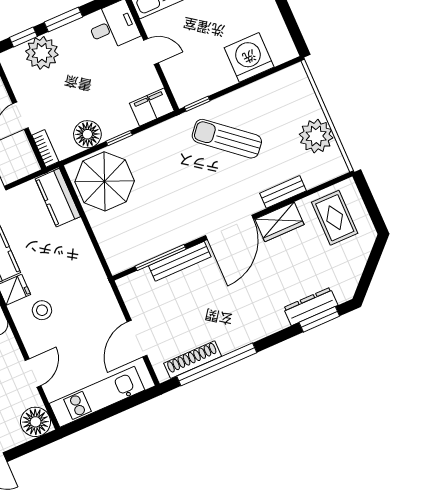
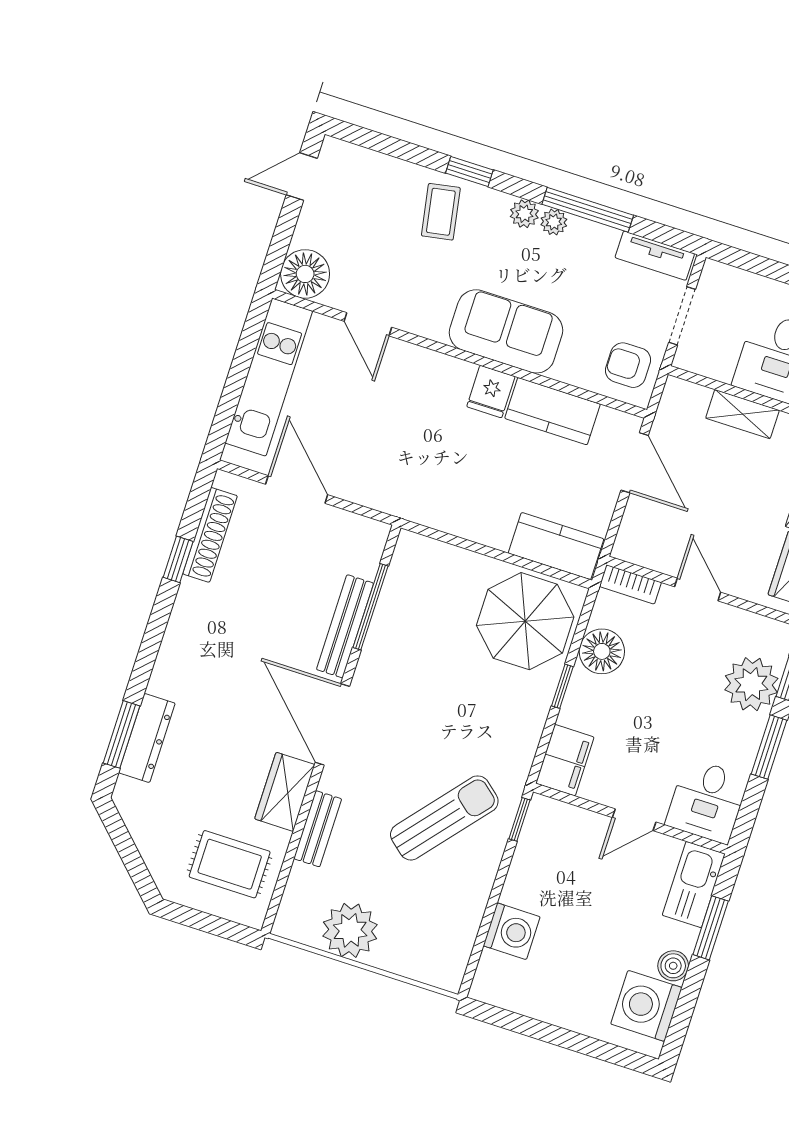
washing machine: (249, 57) -> (512, 931), width x0.73, depth x0.73
stool: (42, 310) -> (435, 404), removed
window: (217, 364) -> (178, 559), width x0.32

